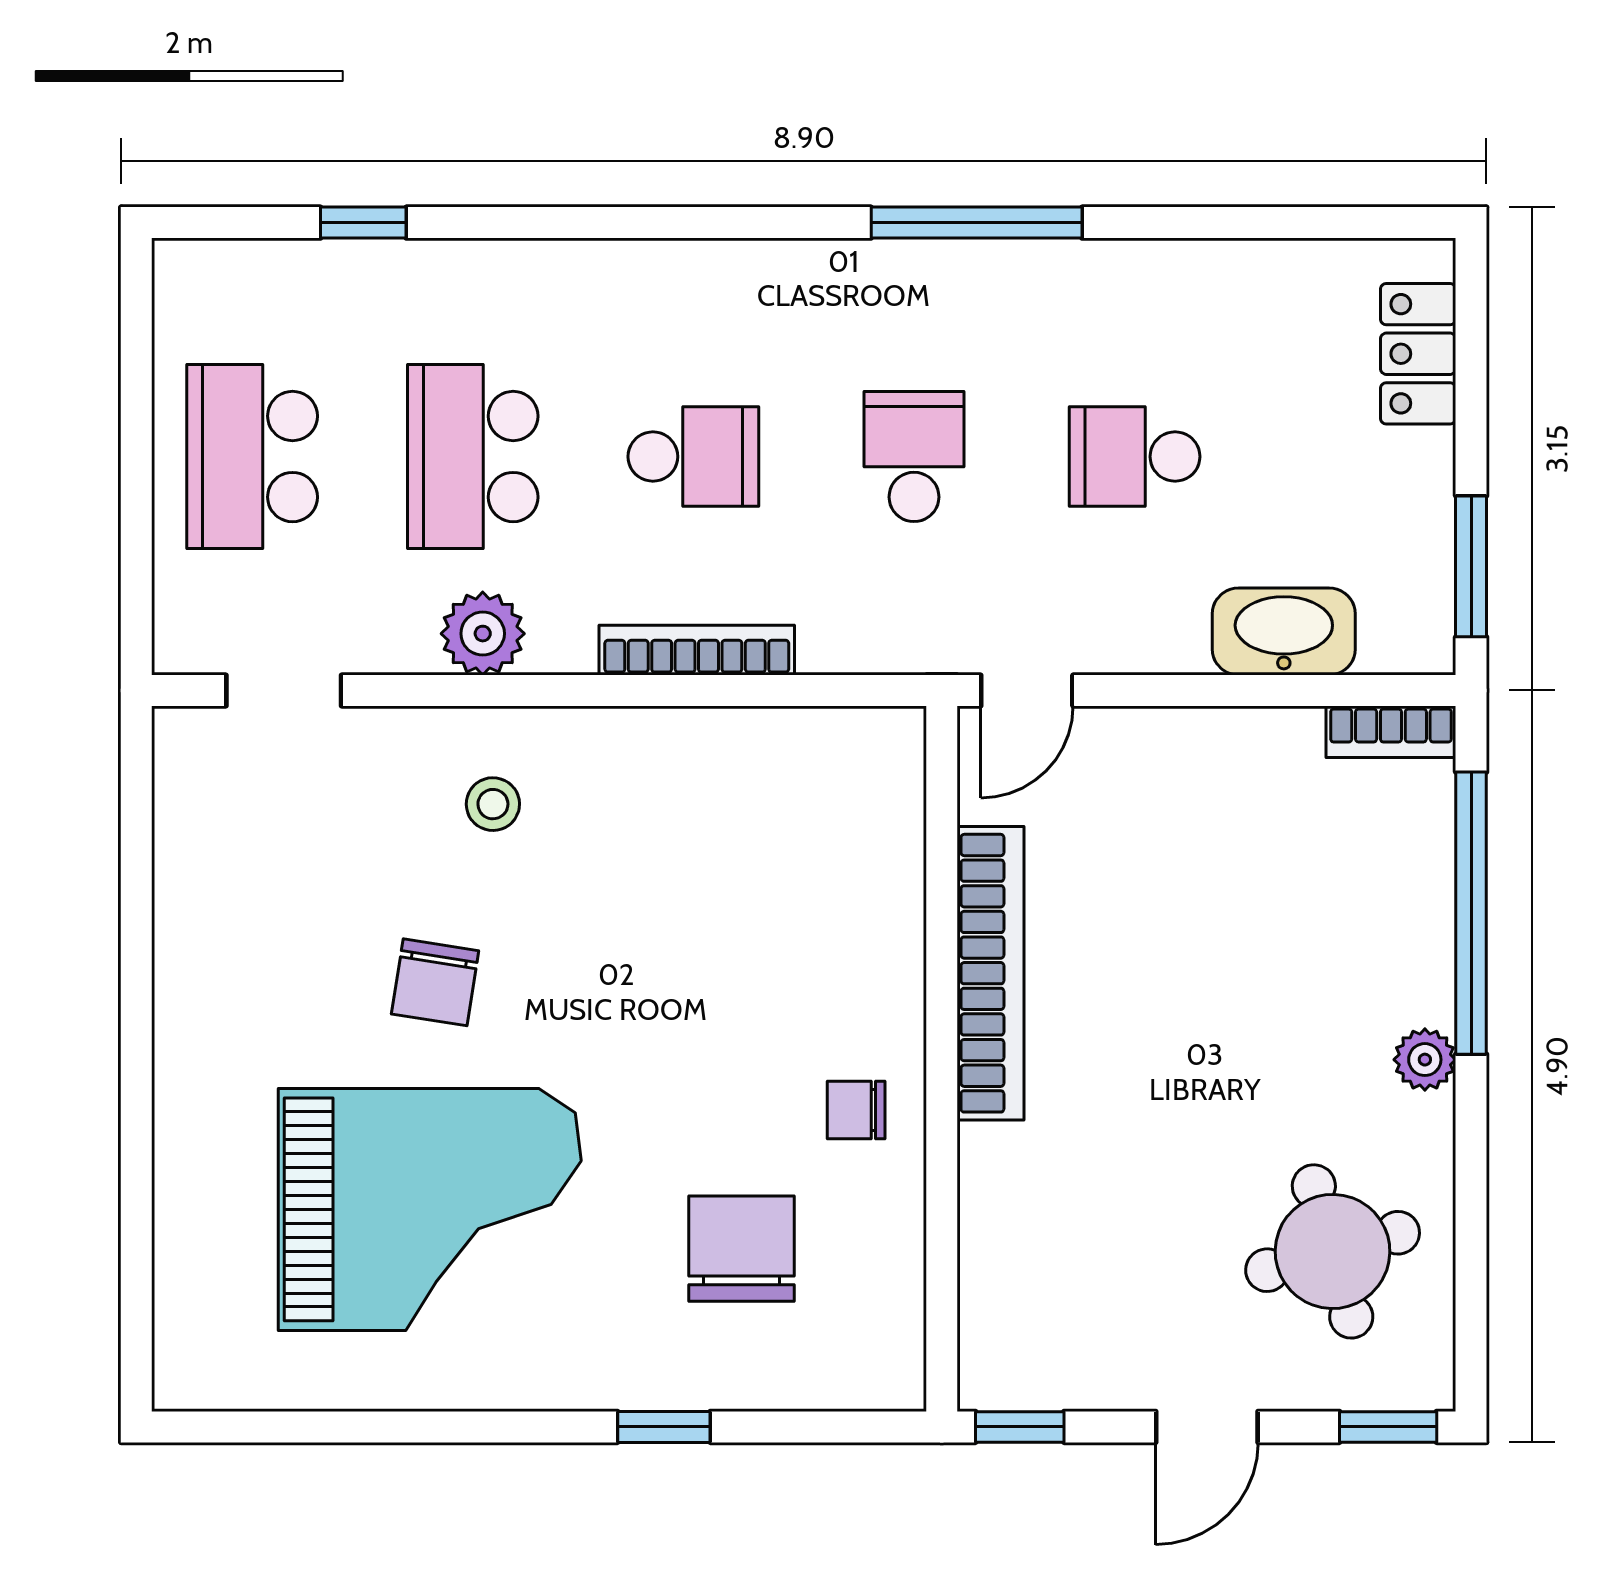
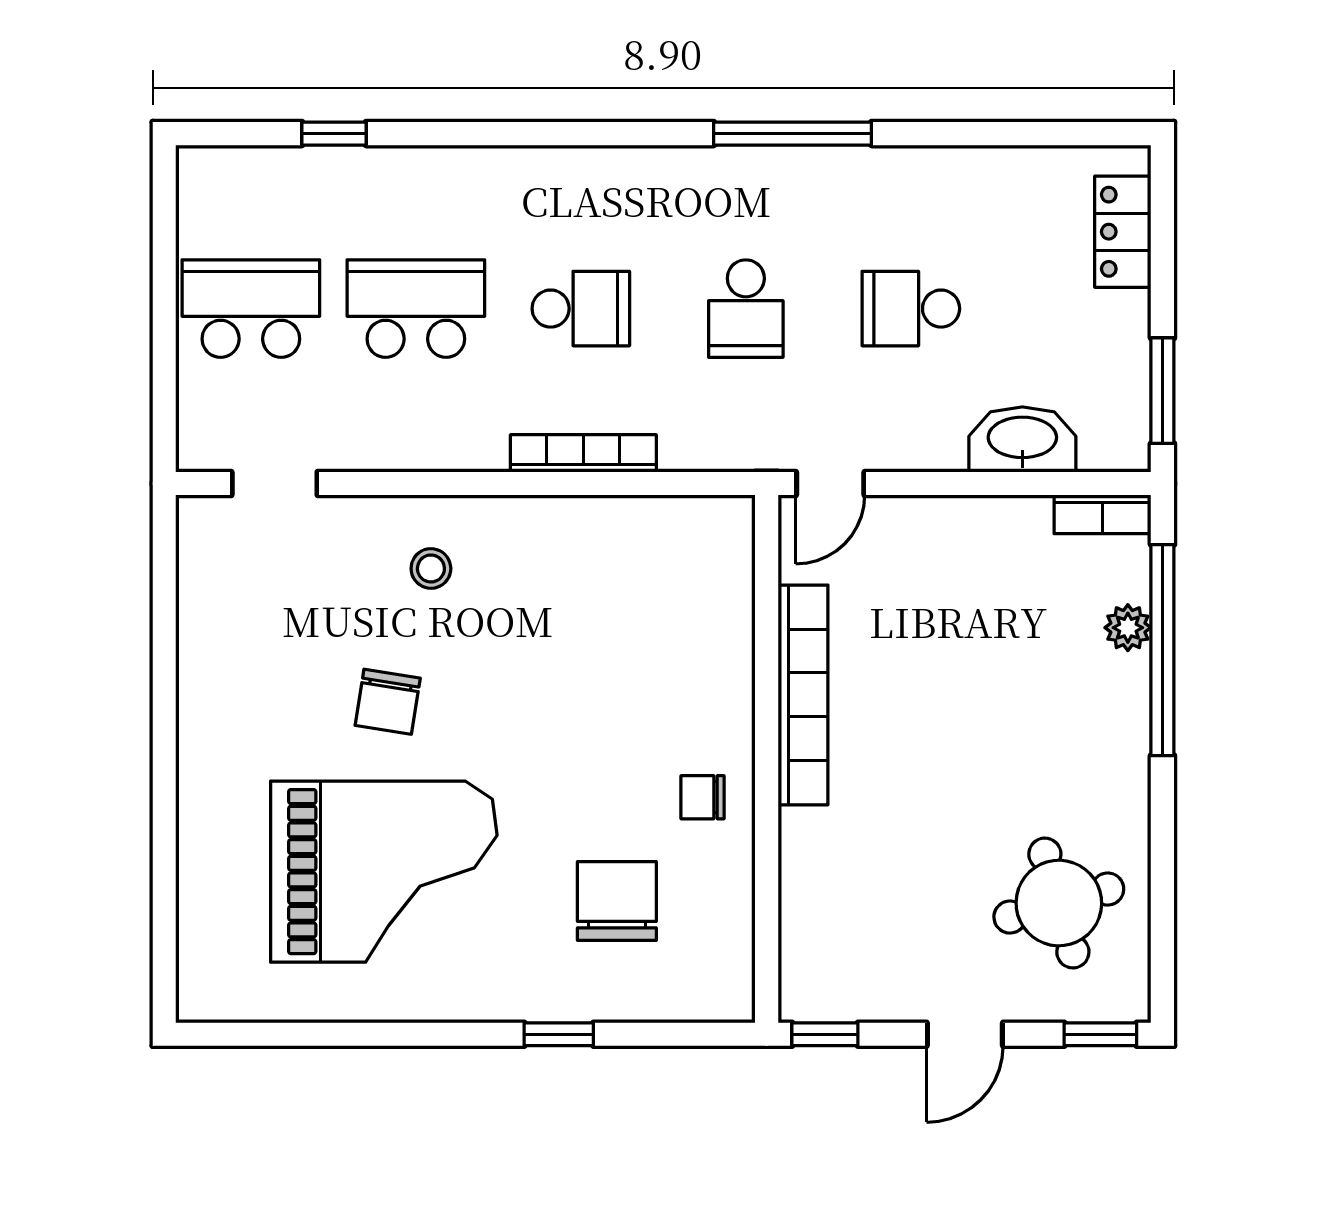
school desk: (252, 457) -> (251, 309), turned 90
school desk: (473, 457) -> (416, 309), turned 90
school desk: (914, 457) -> (746, 309), turned 180
plant: (483, 634) -> (423, 441), removed
plant: (1425, 1060) -> (1128, 628), moved

